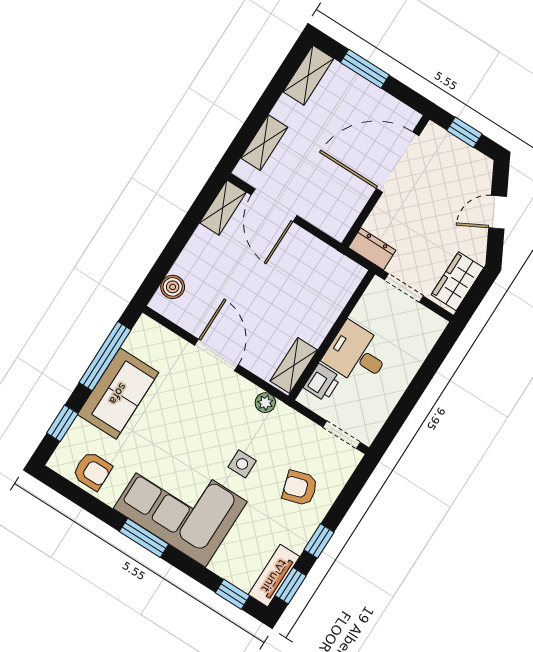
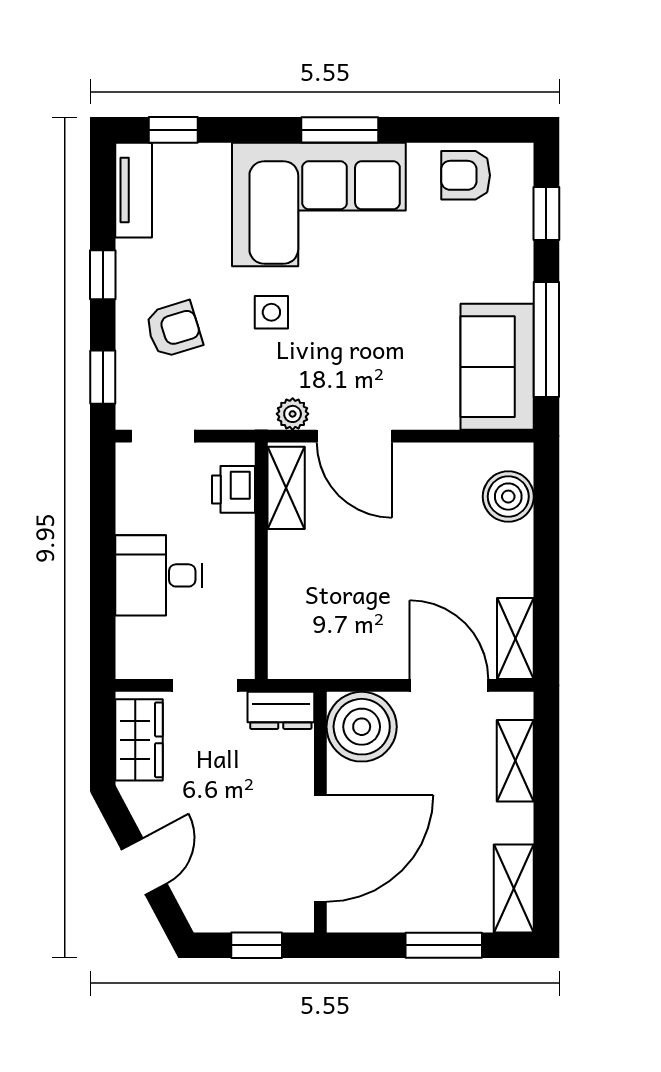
boiler: (335, 213) -> (362, 727), added
boiler: (173, 287) -> (508, 497), width x1.36, depth x1.36
desk: (357, 354) -> (159, 575), moved, turned 180
door: (217, 355) -> (354, 436), moved
sofa: (118, 394) -> (497, 367), moved
window: (291, 586) -> (103, 377), moved

